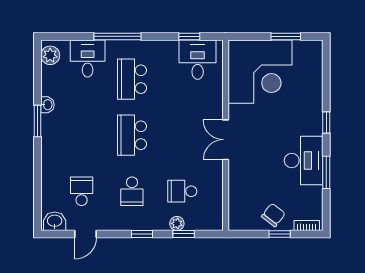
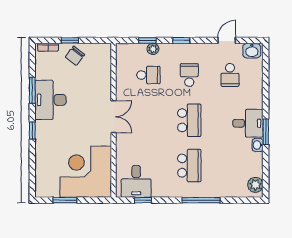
desk: (88, 58) -> (248, 123), moved, turned -90

